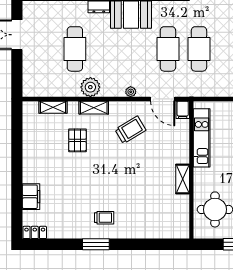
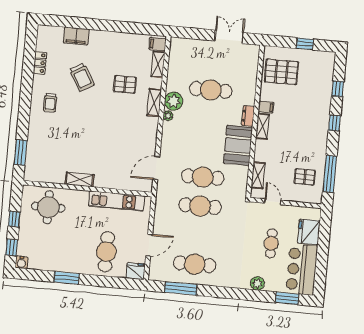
plant: (131, 92) -> (168, 116), moved
filing cabinet: (183, 110) -> (158, 44), moved
trolley: (130, 130) -> (82, 77), moved
locker: (35, 232) -> (40, 63), moved
window: (96, 244) -> (20, 152), moved

